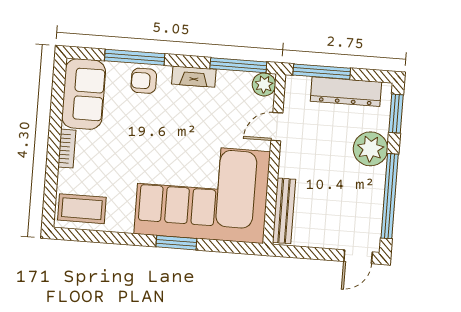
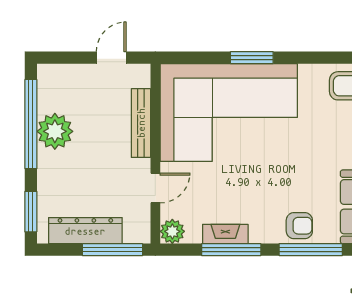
window: (238, 65) -> (231, 250), moved
fireplace: (194, 77) -> (225, 234), moved
plant: (370, 149) -> (55, 131), moved
bench: (284, 211) -> (141, 123), moved
door: (358, 257) -> (111, 58), moved

